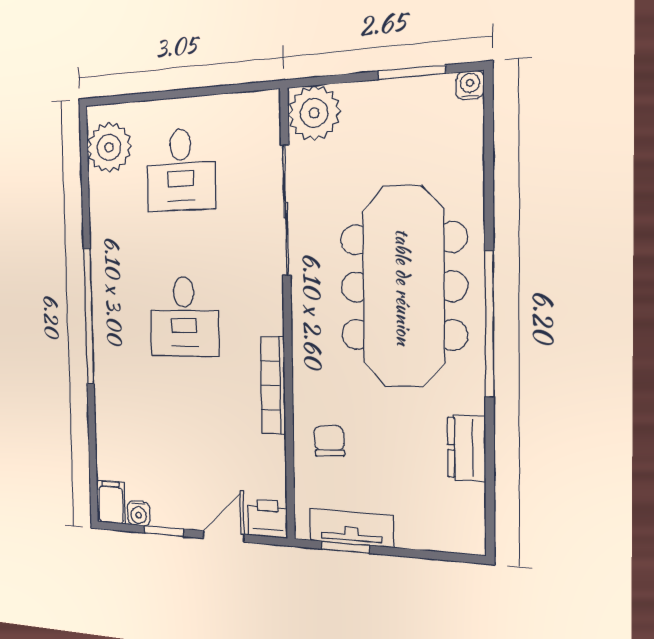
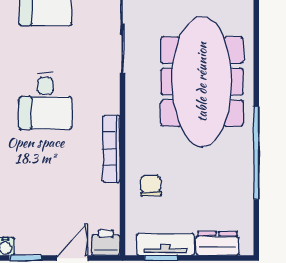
window: (489, 324) -> (256, 153), moved
dresser: (467, 448) -> (217, 244), moved, turned 90

